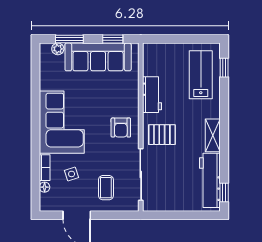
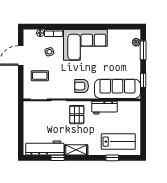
sofa: (98, 57) -> (117, 89), moved, turned 90
window: (224, 68) -> (112, 158), moved
window: (224, 192) -> (58, 158), moved

